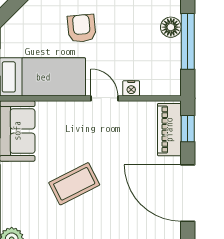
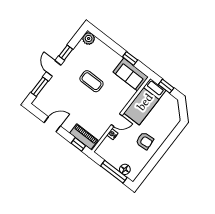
armchair: (82, 28) -> (145, 141), moved
coffee table: (74, 184) -> (91, 81), turned -63
door: (188, 193) -> (52, 124), width x0.53

